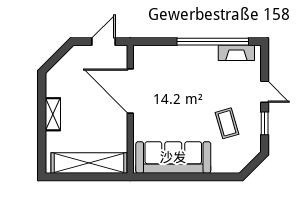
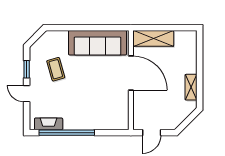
door: (130, 91) -> (131, 73), moved
shelving: (53, 114) -> (191, 87), moved
shelving: (89, 163) -> (154, 38), width x0.68

